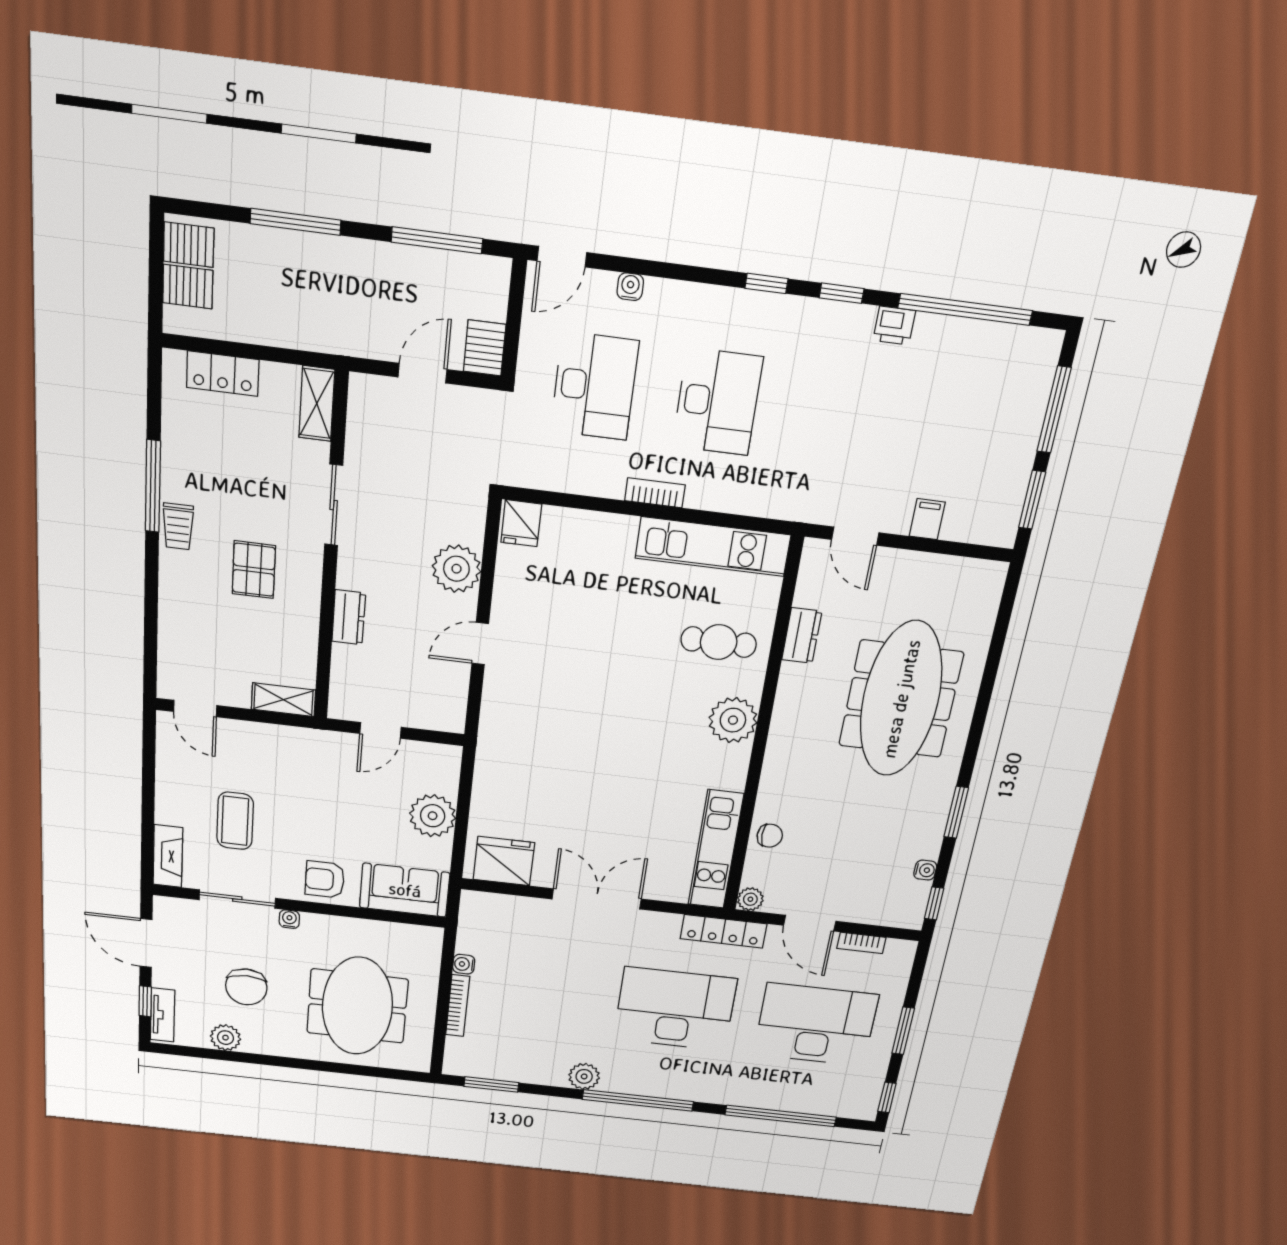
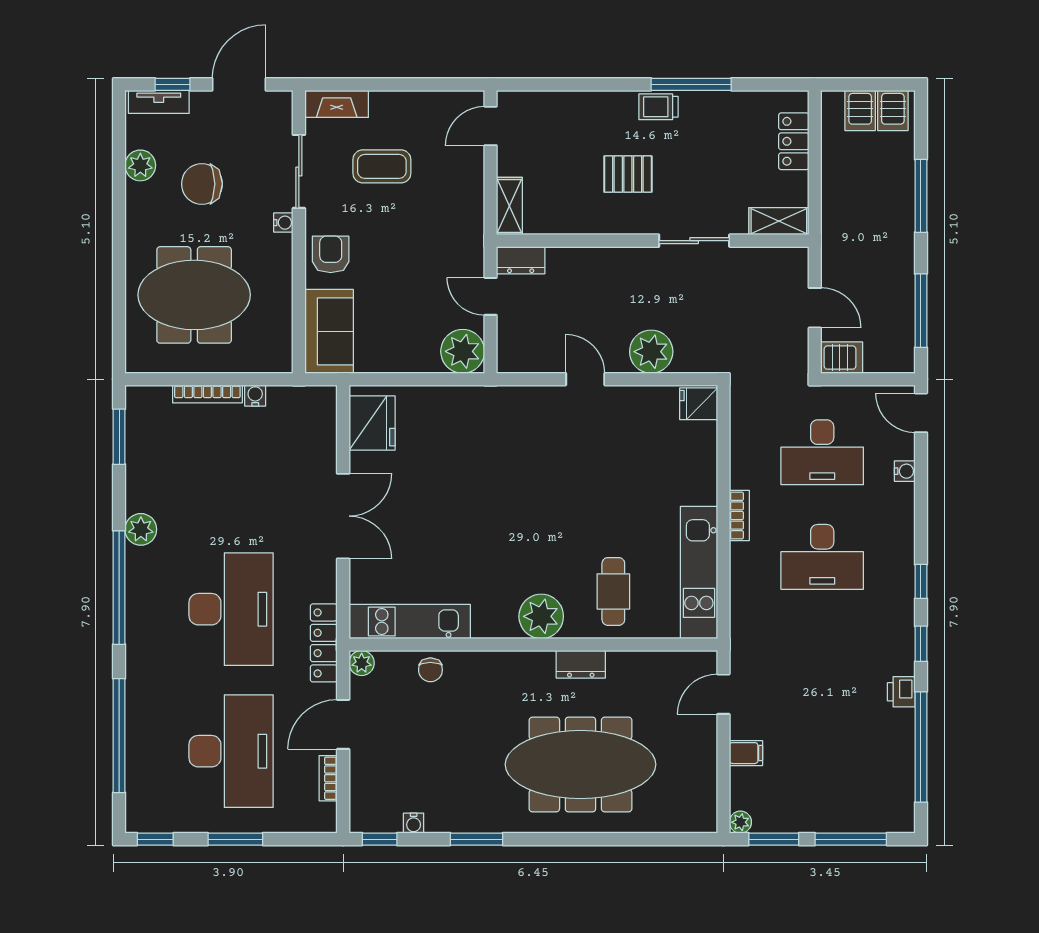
plant: (1004, 535) -> (740, 822), added
dresser: (349, 617) -> (521, 260), moved
dresser: (802, 635) -> (581, 664), moved
plant: (433, 816) -> (463, 351), moved

